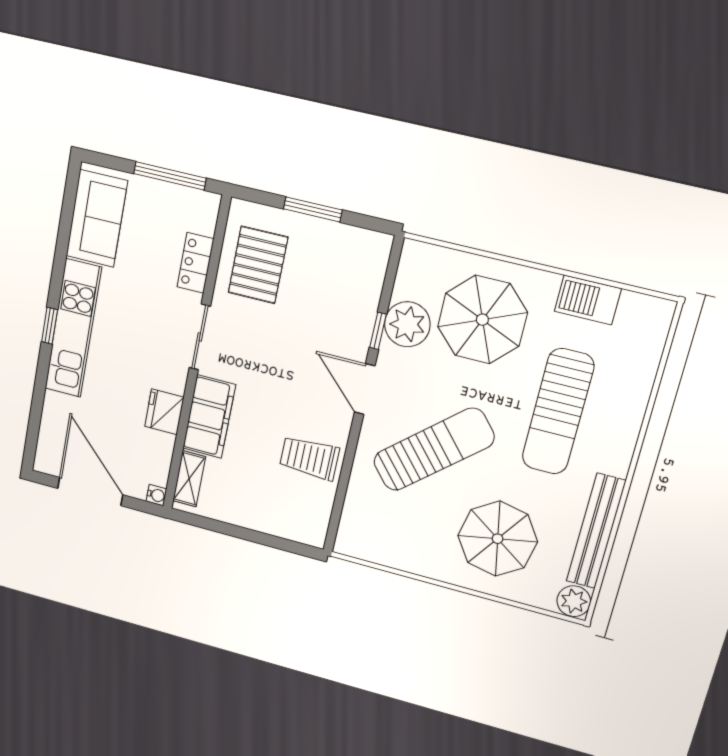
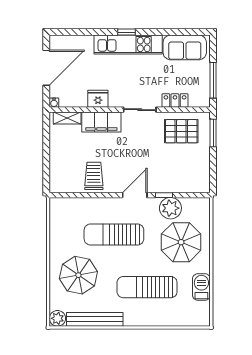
window: (313, 209) -> (213, 133), moved
sun lounger: (434, 449) -> (114, 234), turned 131

